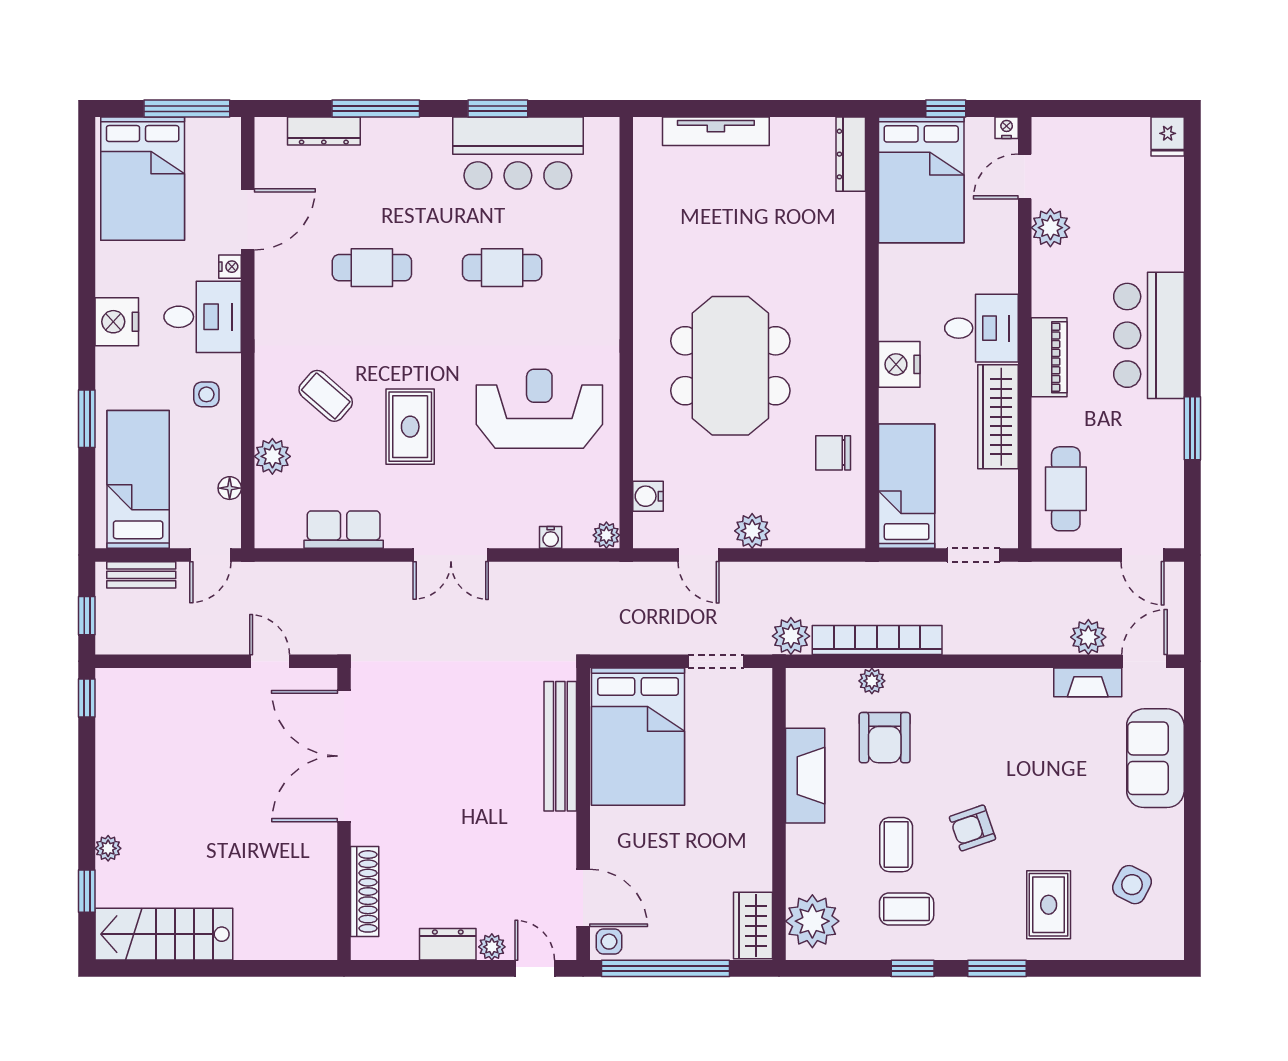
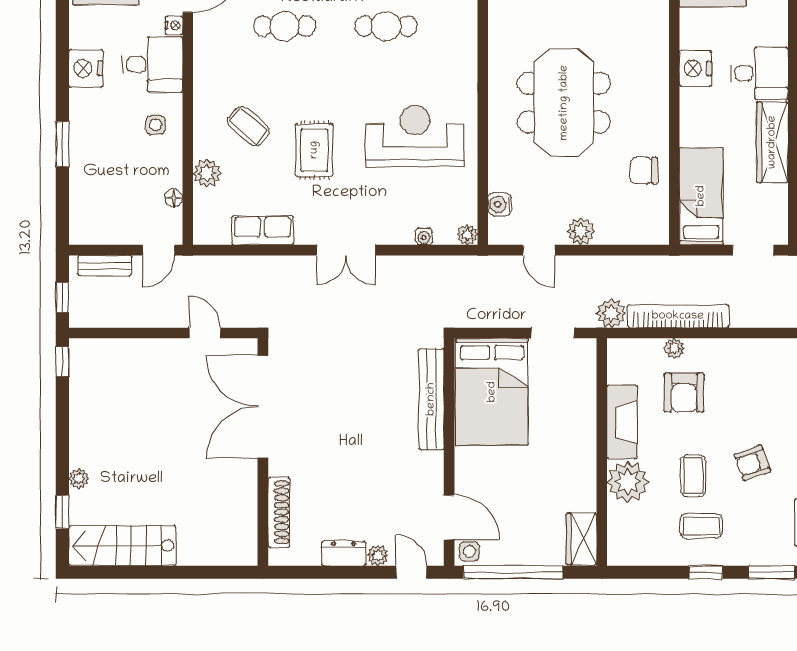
nightstand: (899, 364) -> (695, 68), moved
bed: (138, 479) -> (102, 191), removed
plant: (812, 921) -> (628, 482), moved

